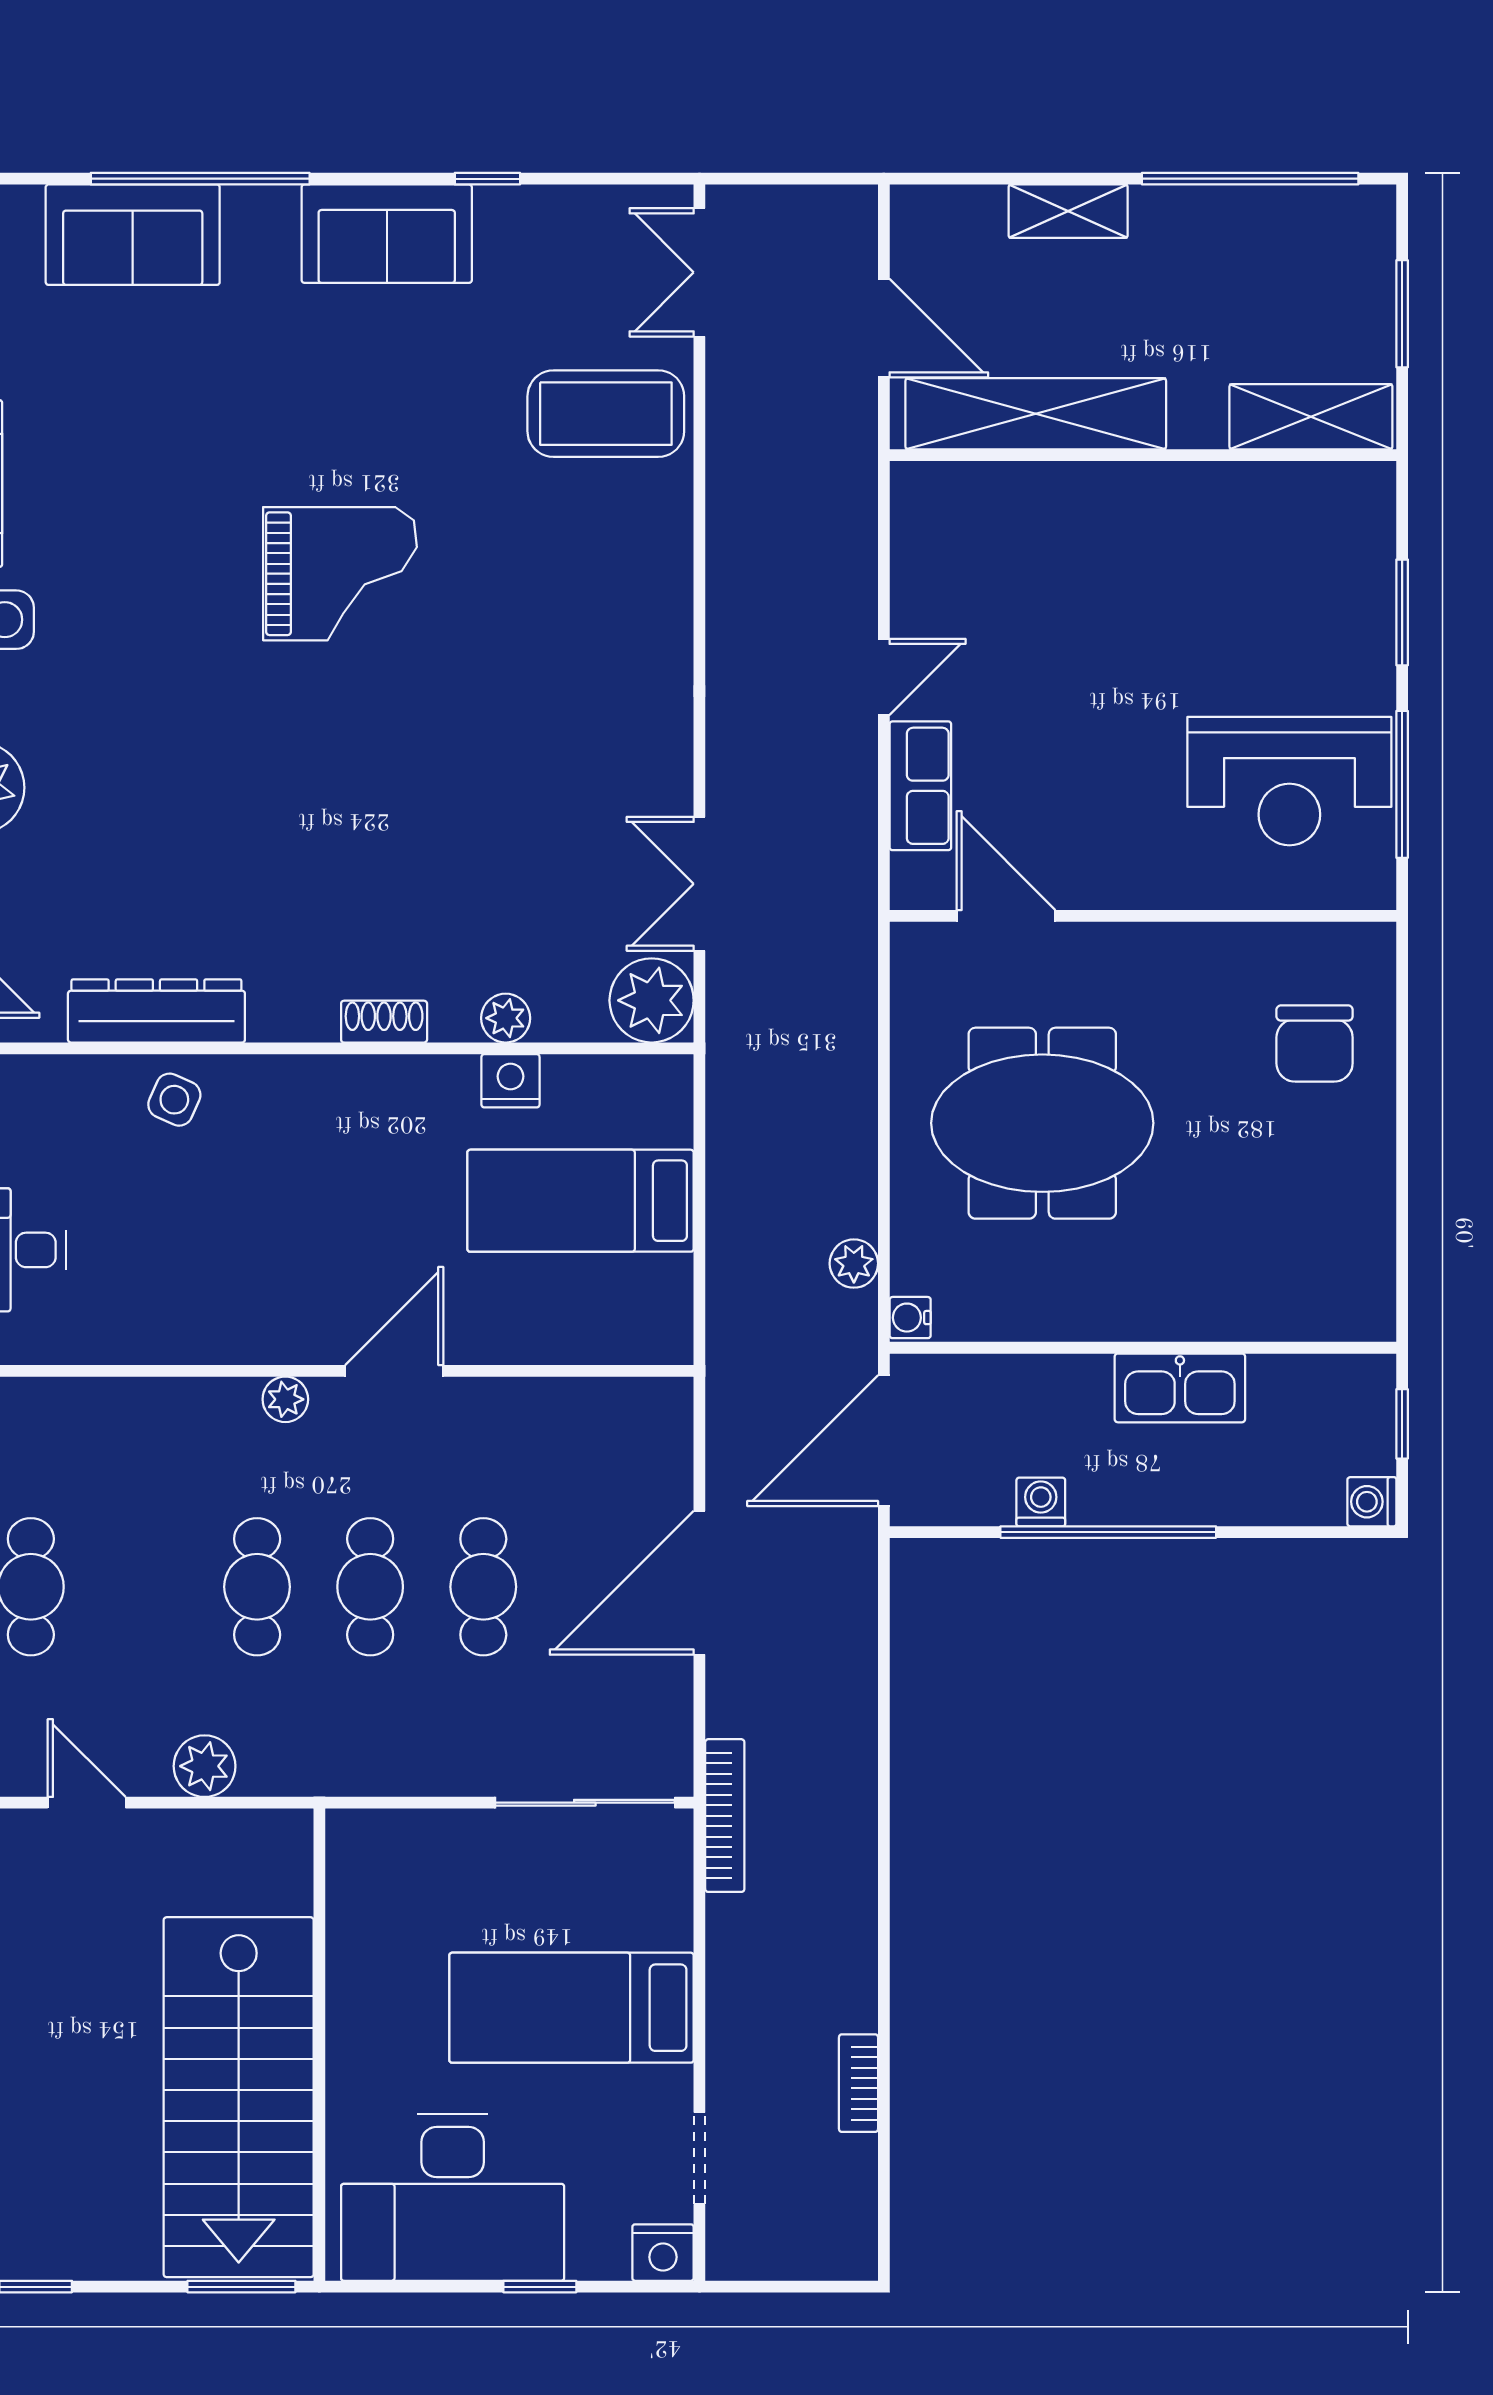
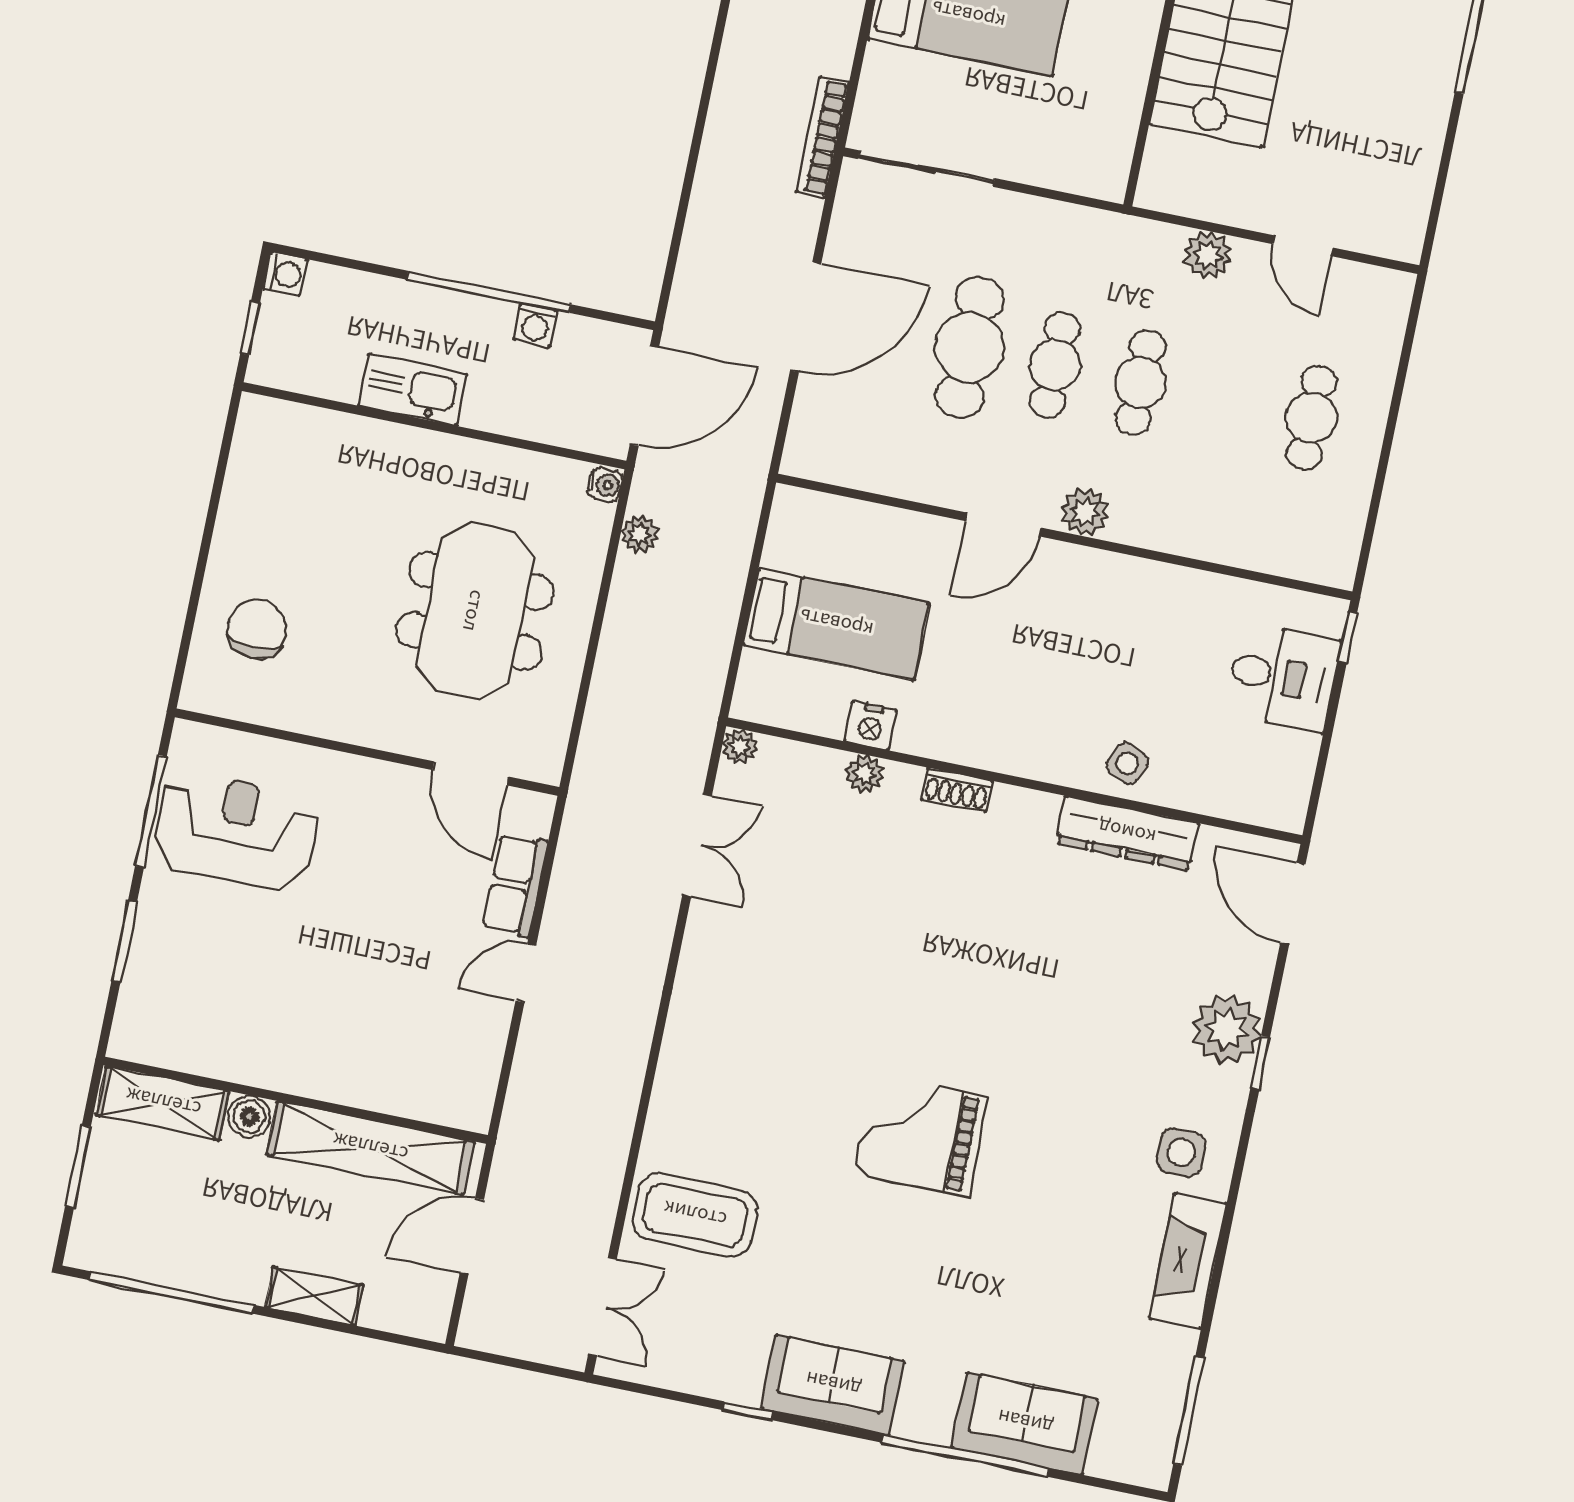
door: (884, 328) -> (472, 1236), hinge flipped
boiler: (1198, 422) -> (249, 1117), added
plant: (652, 1000) -> (740, 747), width x0.53, depth x0.53
meeting table: (1042, 1123) -> (475, 611), turned 90
plant: (285, 1399) -> (1085, 512), width x1.38, depth x1.38
cafe table: (483, 1587) -> (970, 348), width x1.37, depth x1.35

